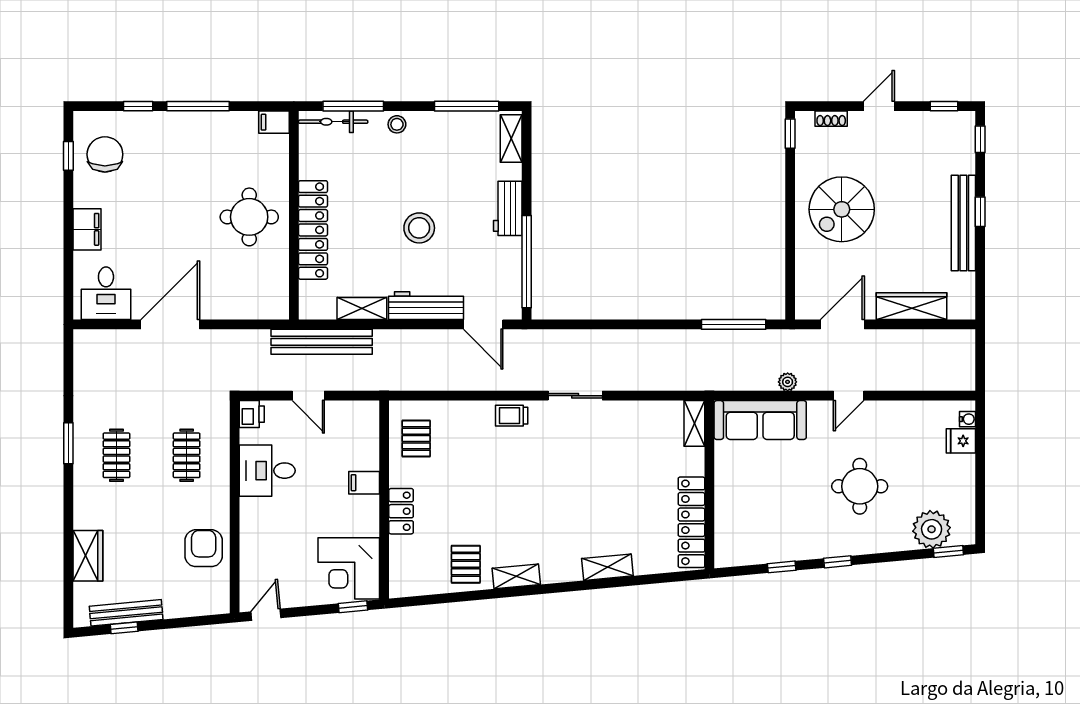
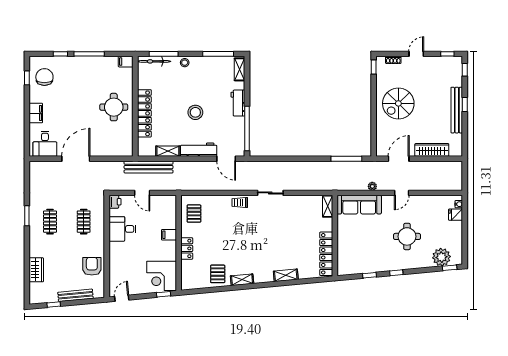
bench: (126, 613) -> (75, 295), moved

